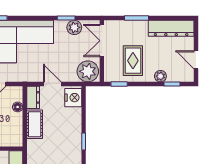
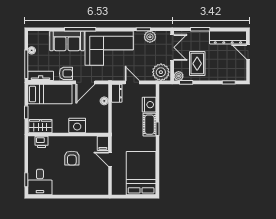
double door: (102, 41) -> (172, 47), swing flipped
door: (196, 60) -> (248, 52), moved
plant: (160, 76) -> (179, 76), moved
nightstand: (73, 98) -> (149, 105), moved
cot: (35, 124) -> (149, 125), moved

